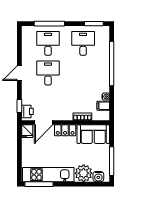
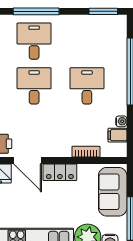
desk: (83, 43) -> (87, 86), moved
door: (44, 123) -> (28, 161), hinge flipped
sofa: (93, 134) -> (113, 192), moved, turned 90

